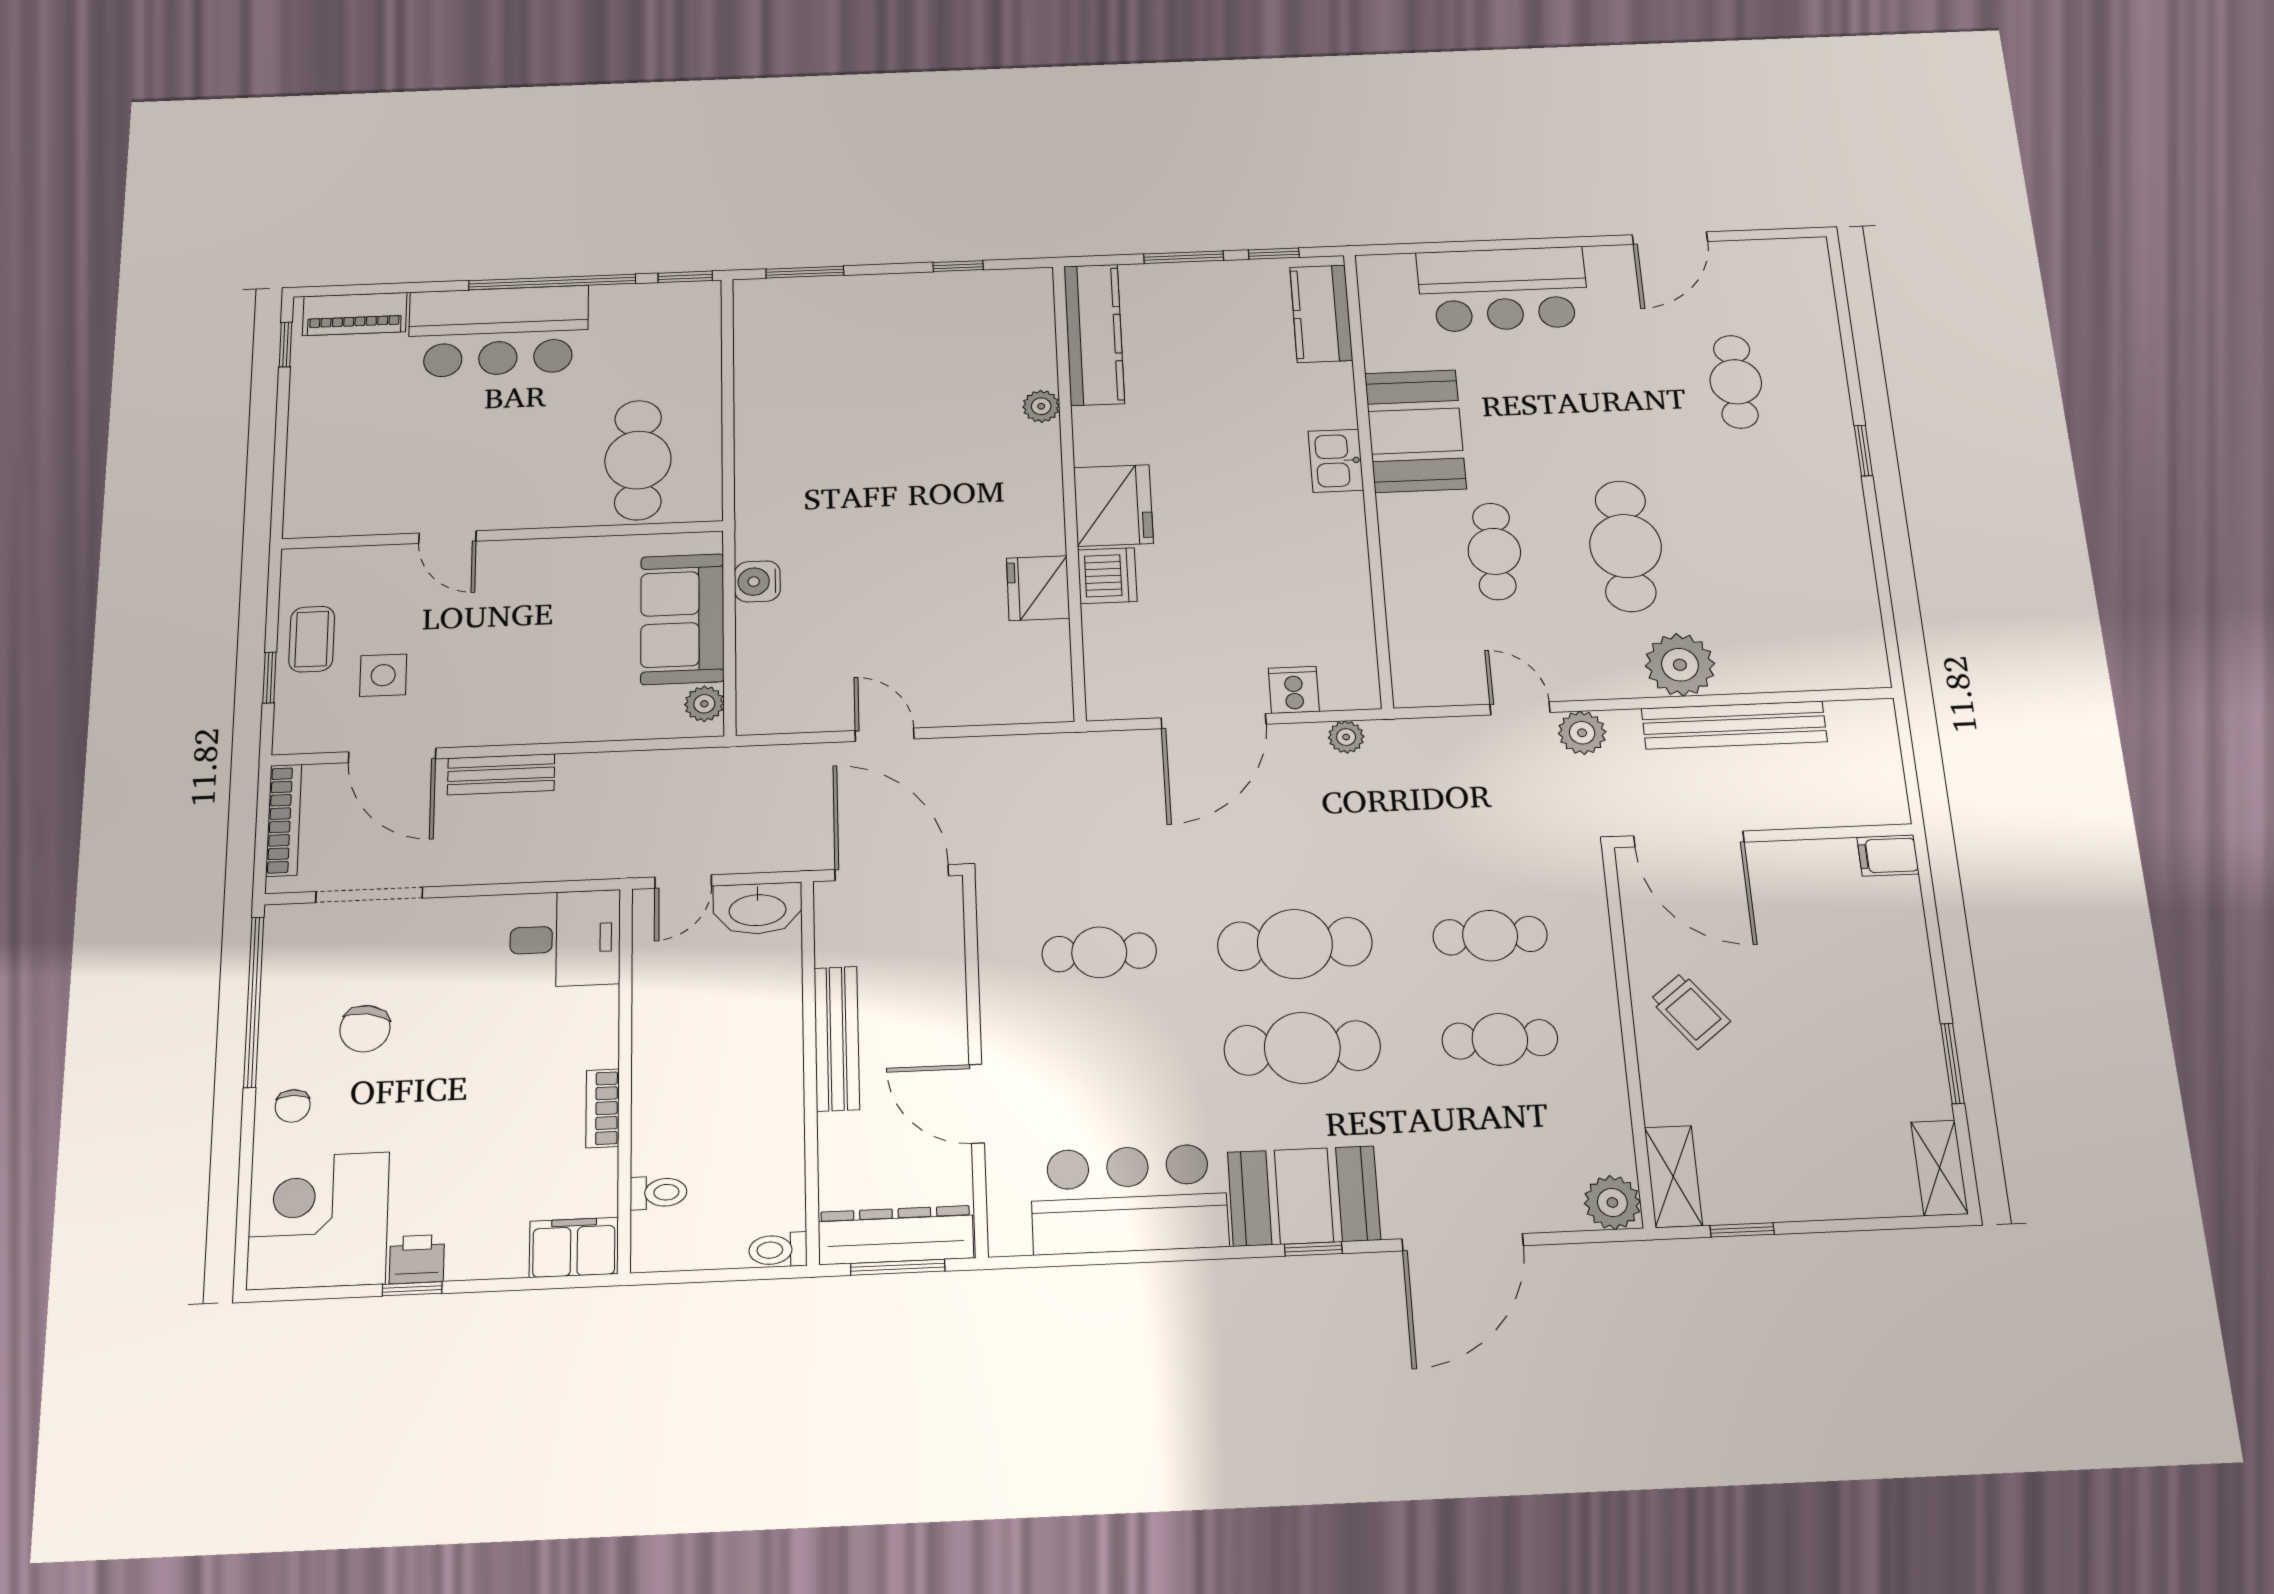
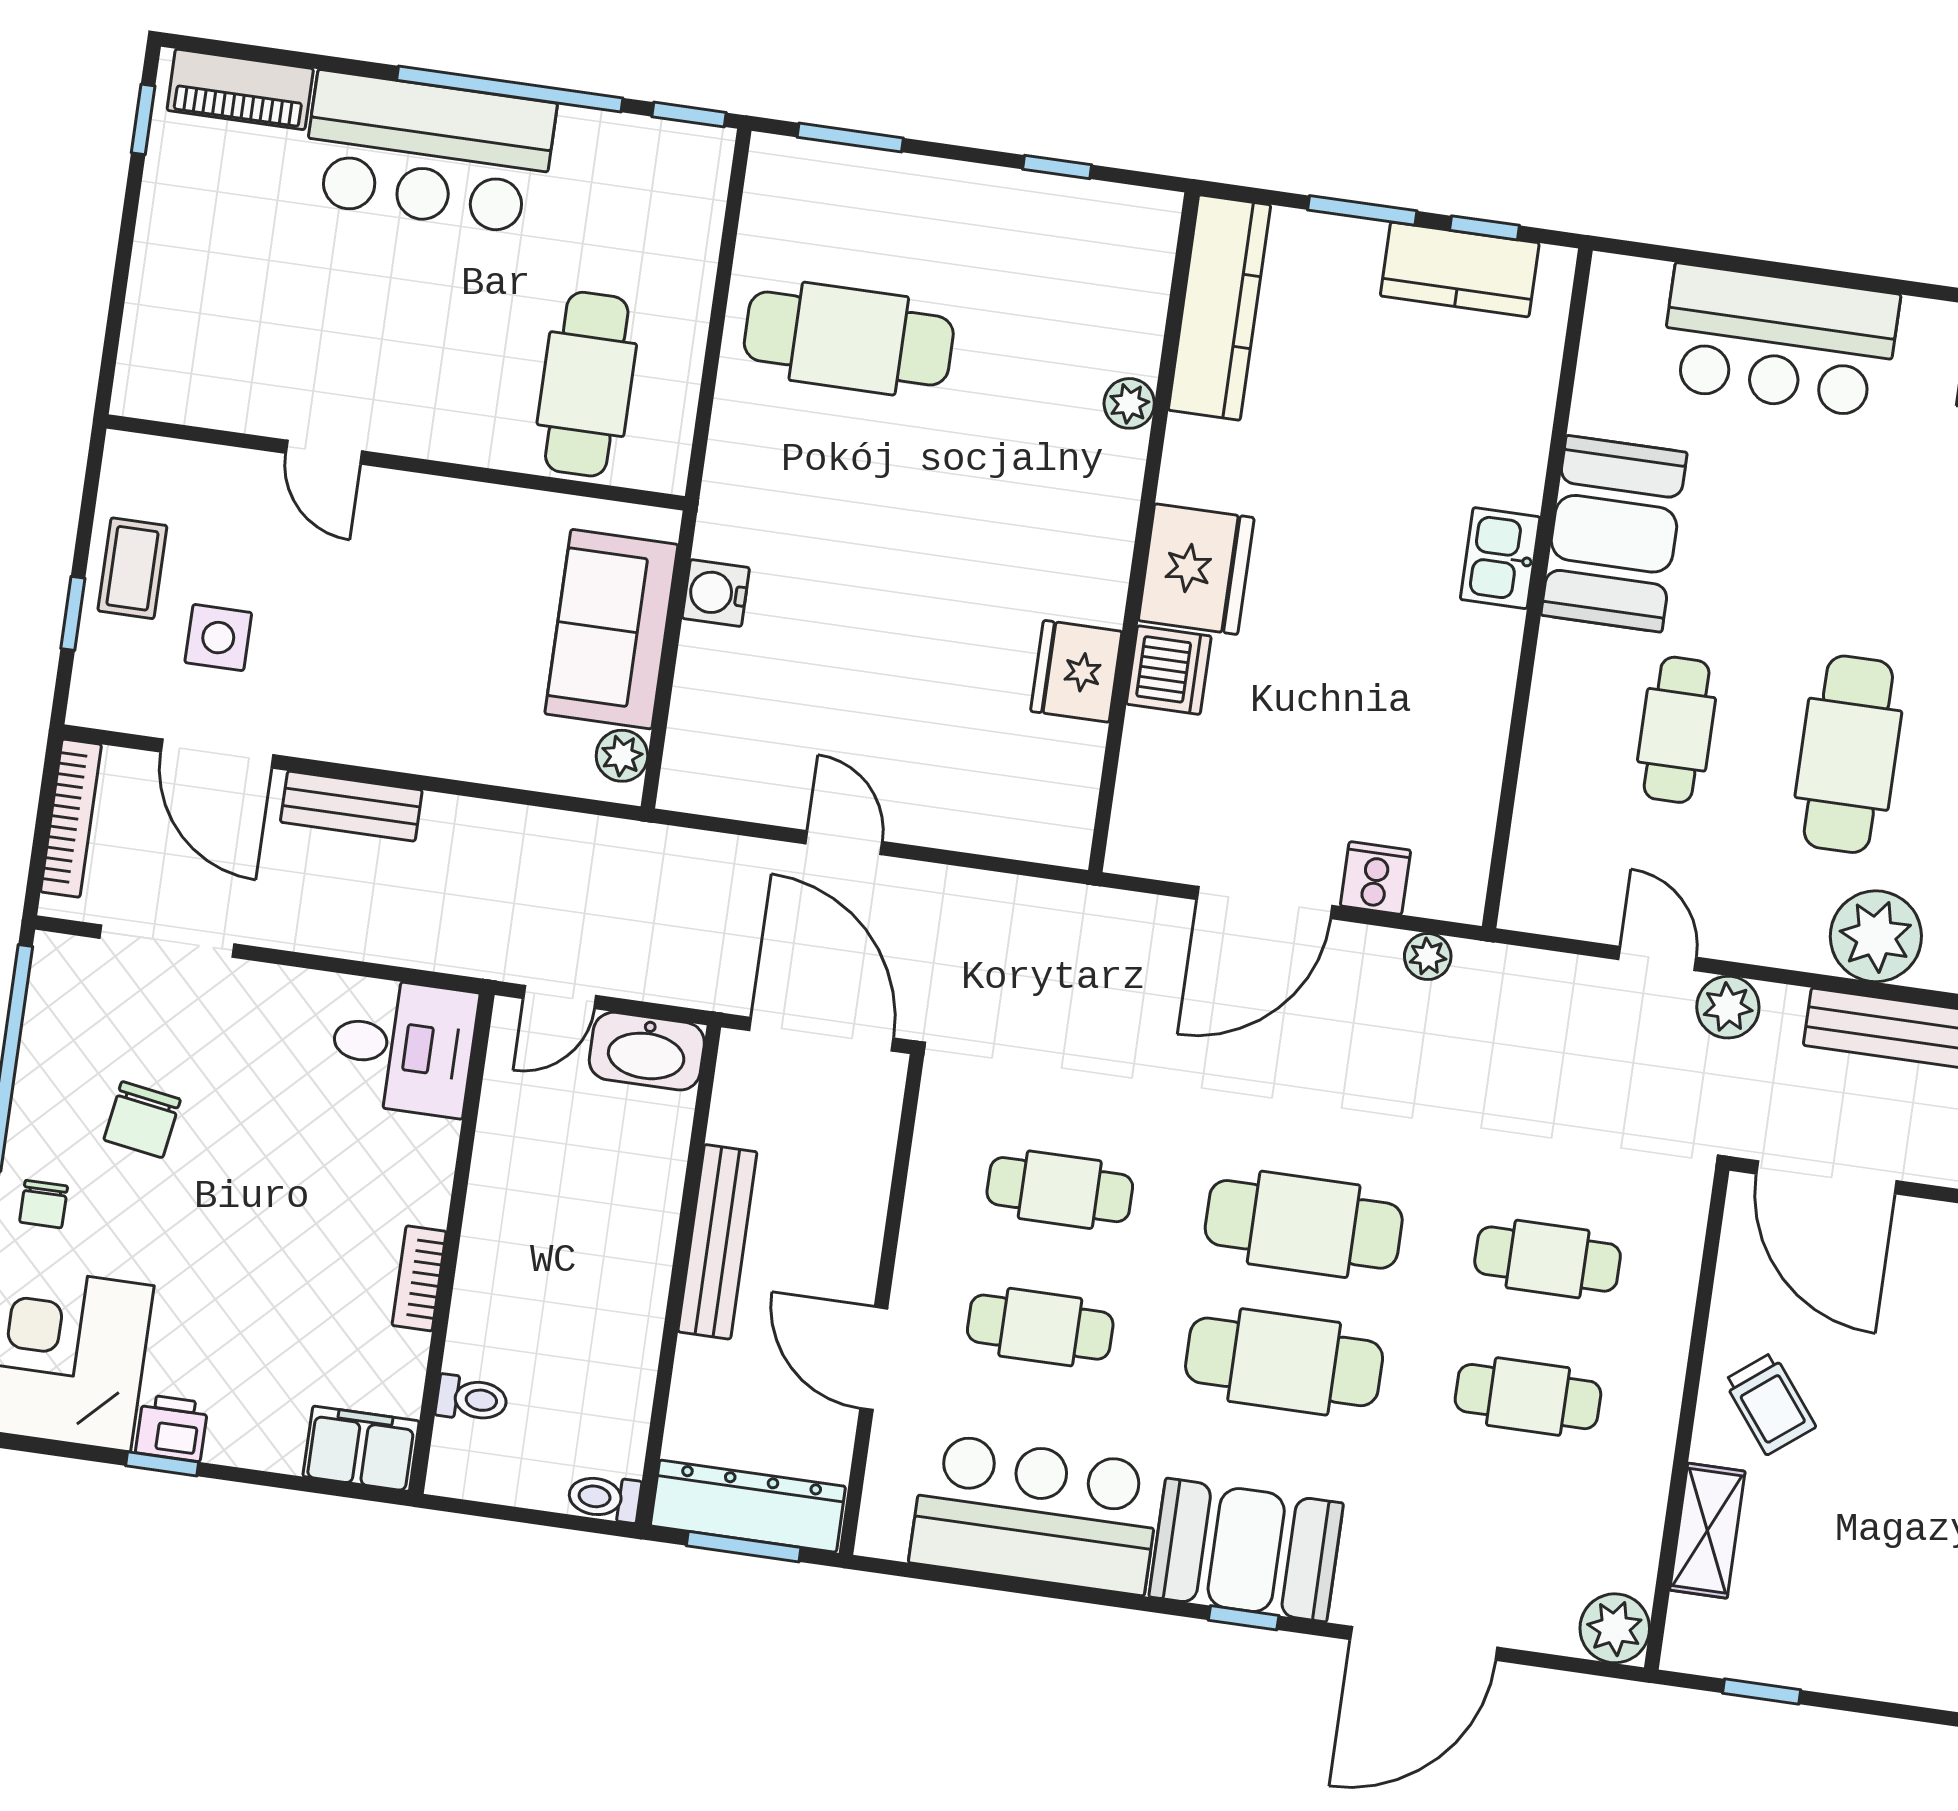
kitchen counter: (1321, 314) -> (1460, 269), moved, turned -90
cafe table: (827, 399) -> (849, 339), added
cafe table: (1104, 1057) -> (1040, 1327), added
shelving: (1673, 1177) -> (1707, 1531), moved

